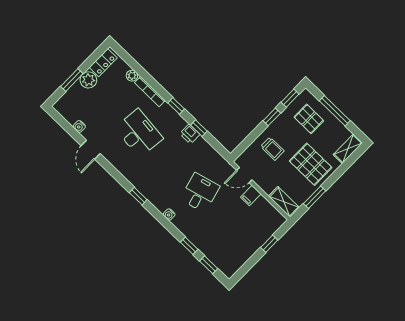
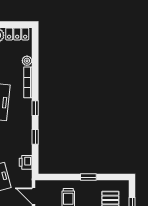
window: (290, 98) -> (112, 177), removed
printer: (190, 134) -> (26, 162), moved

